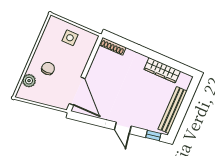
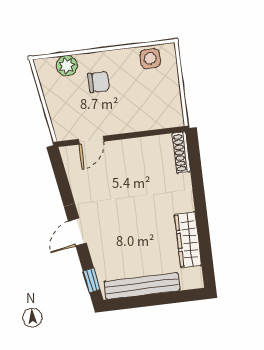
side table: (70, 38) -> (150, 59), moved
door: (77, 91) -> (91, 140), width x0.53

